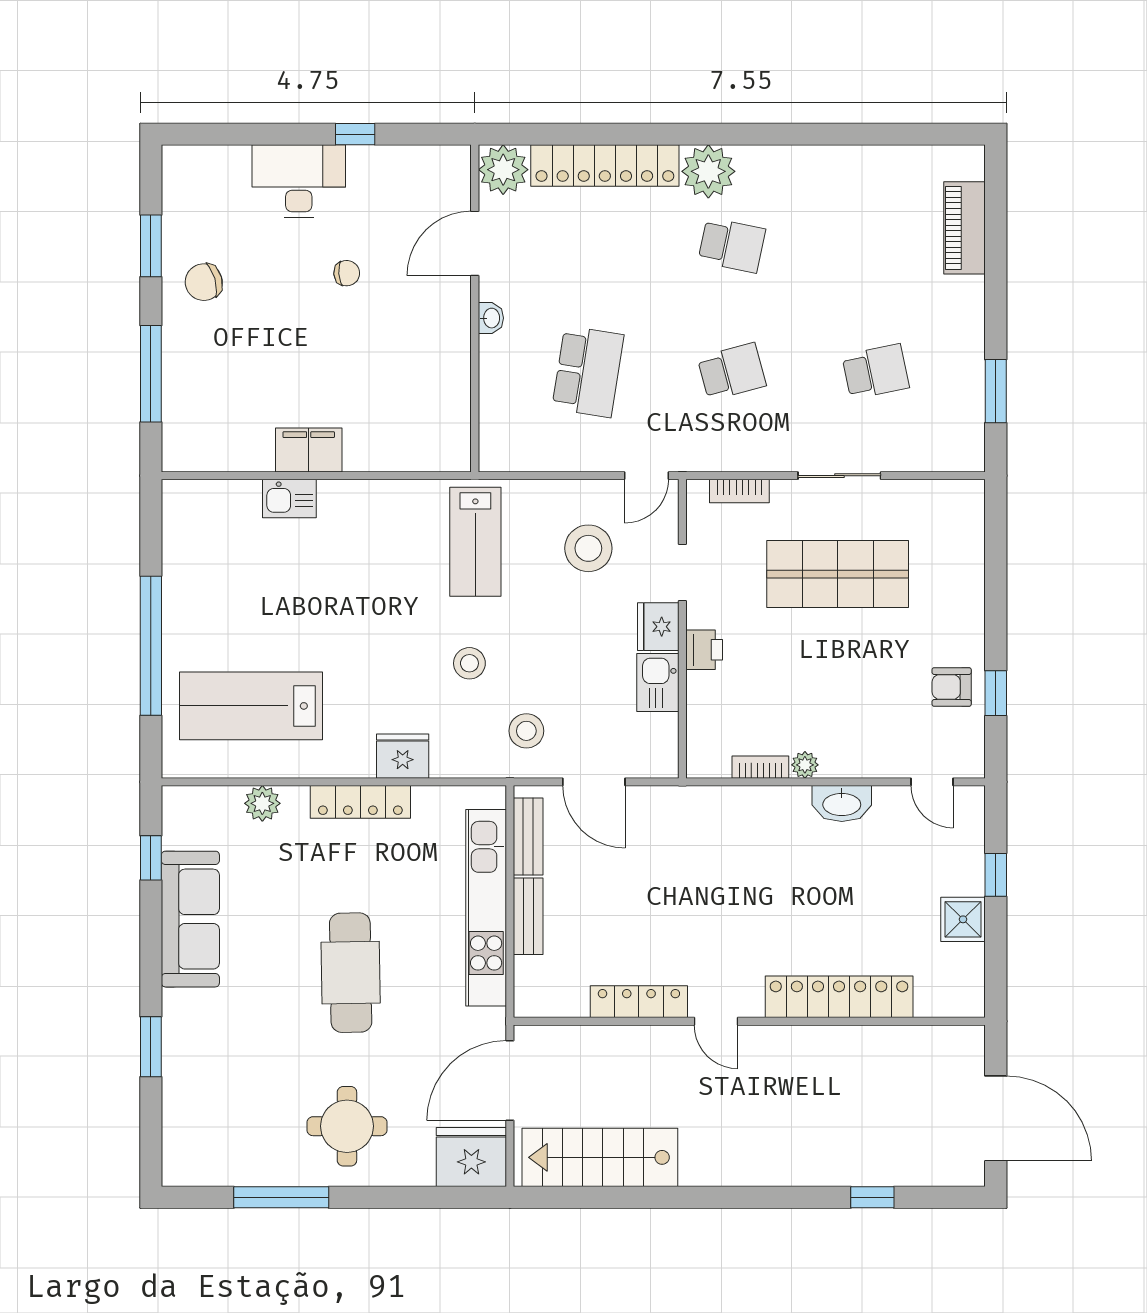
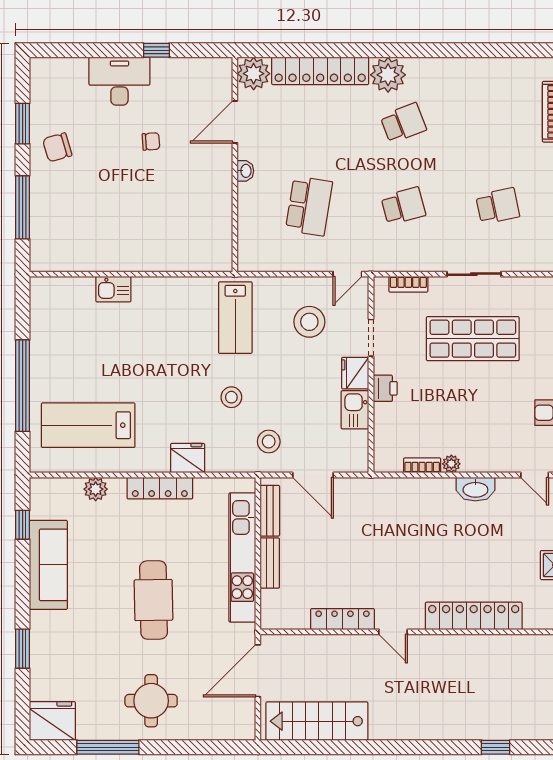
school desk: (732, 245) -> (403, 123), turned -33
filing cabinet: (309, 450) -> (126, 257), removed
fridge: (471, 1157) -> (52, 721), moved

